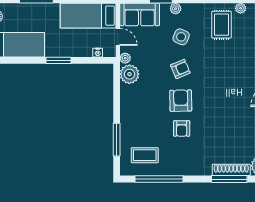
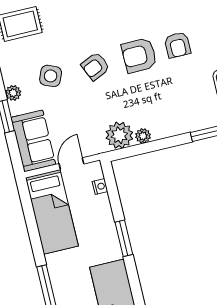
plant: (125, 58) -> (143, 136), moved
armchair: (180, 69) -> (95, 66), turned -91
armchair: (182, 128) -> (177, 45), turned 90

